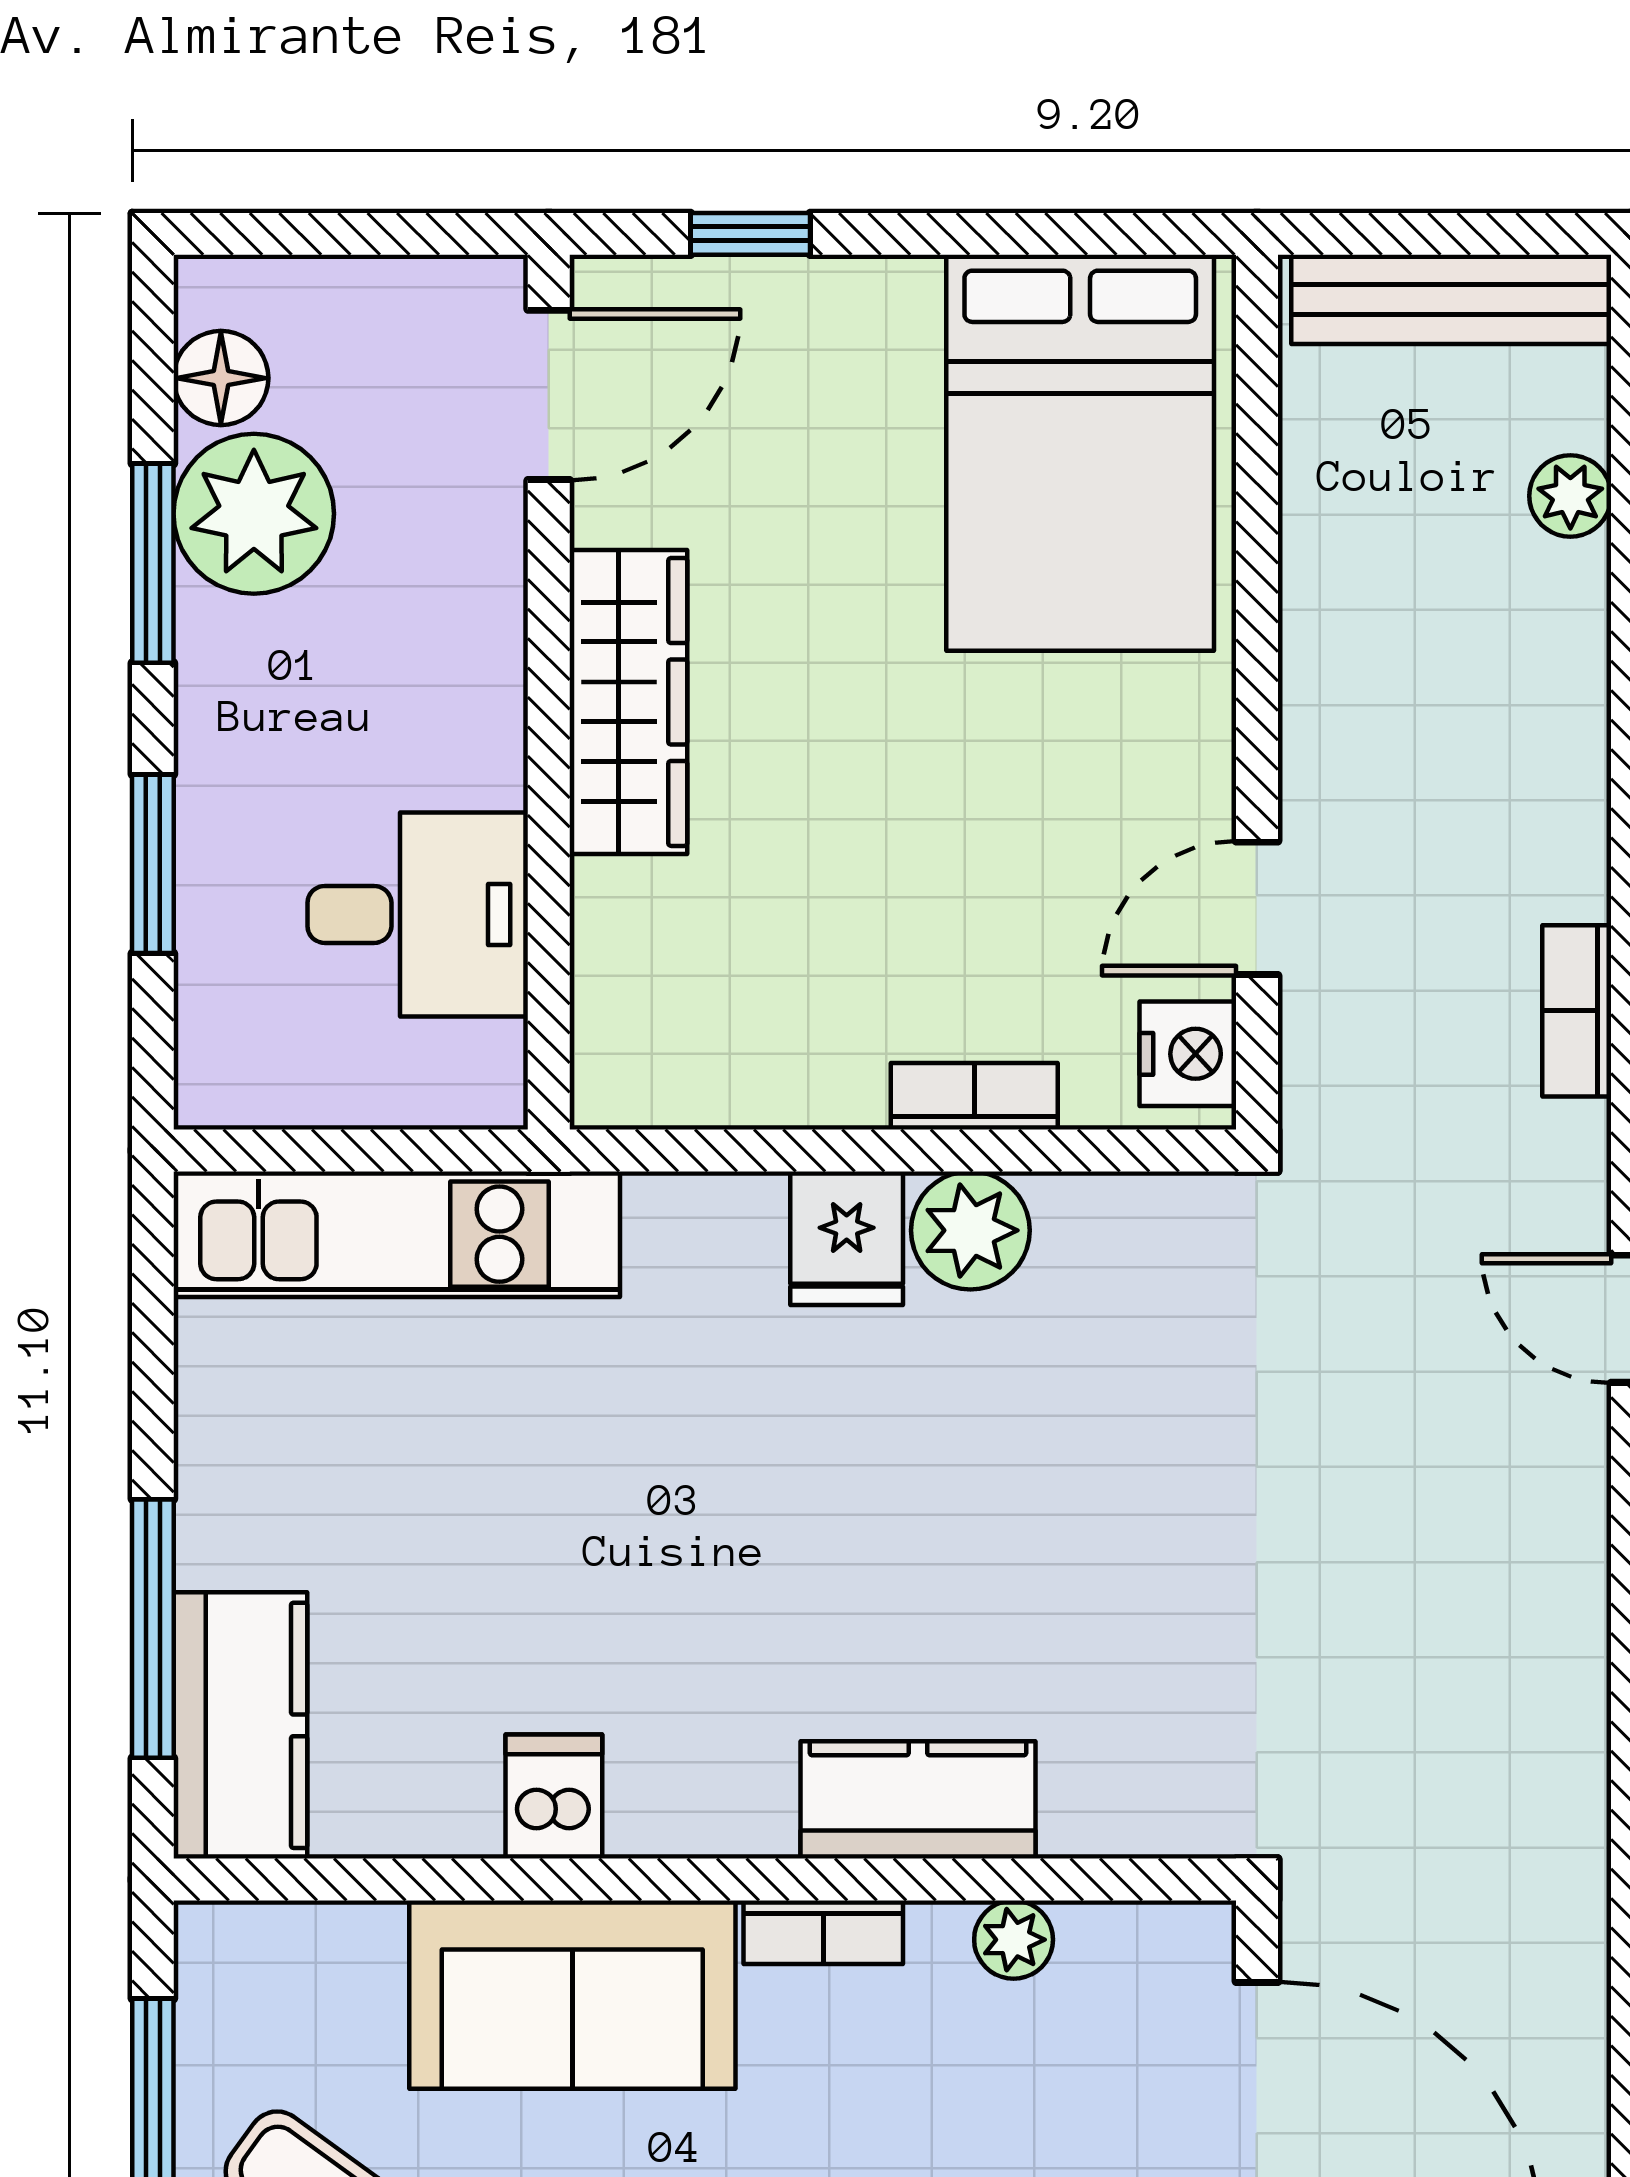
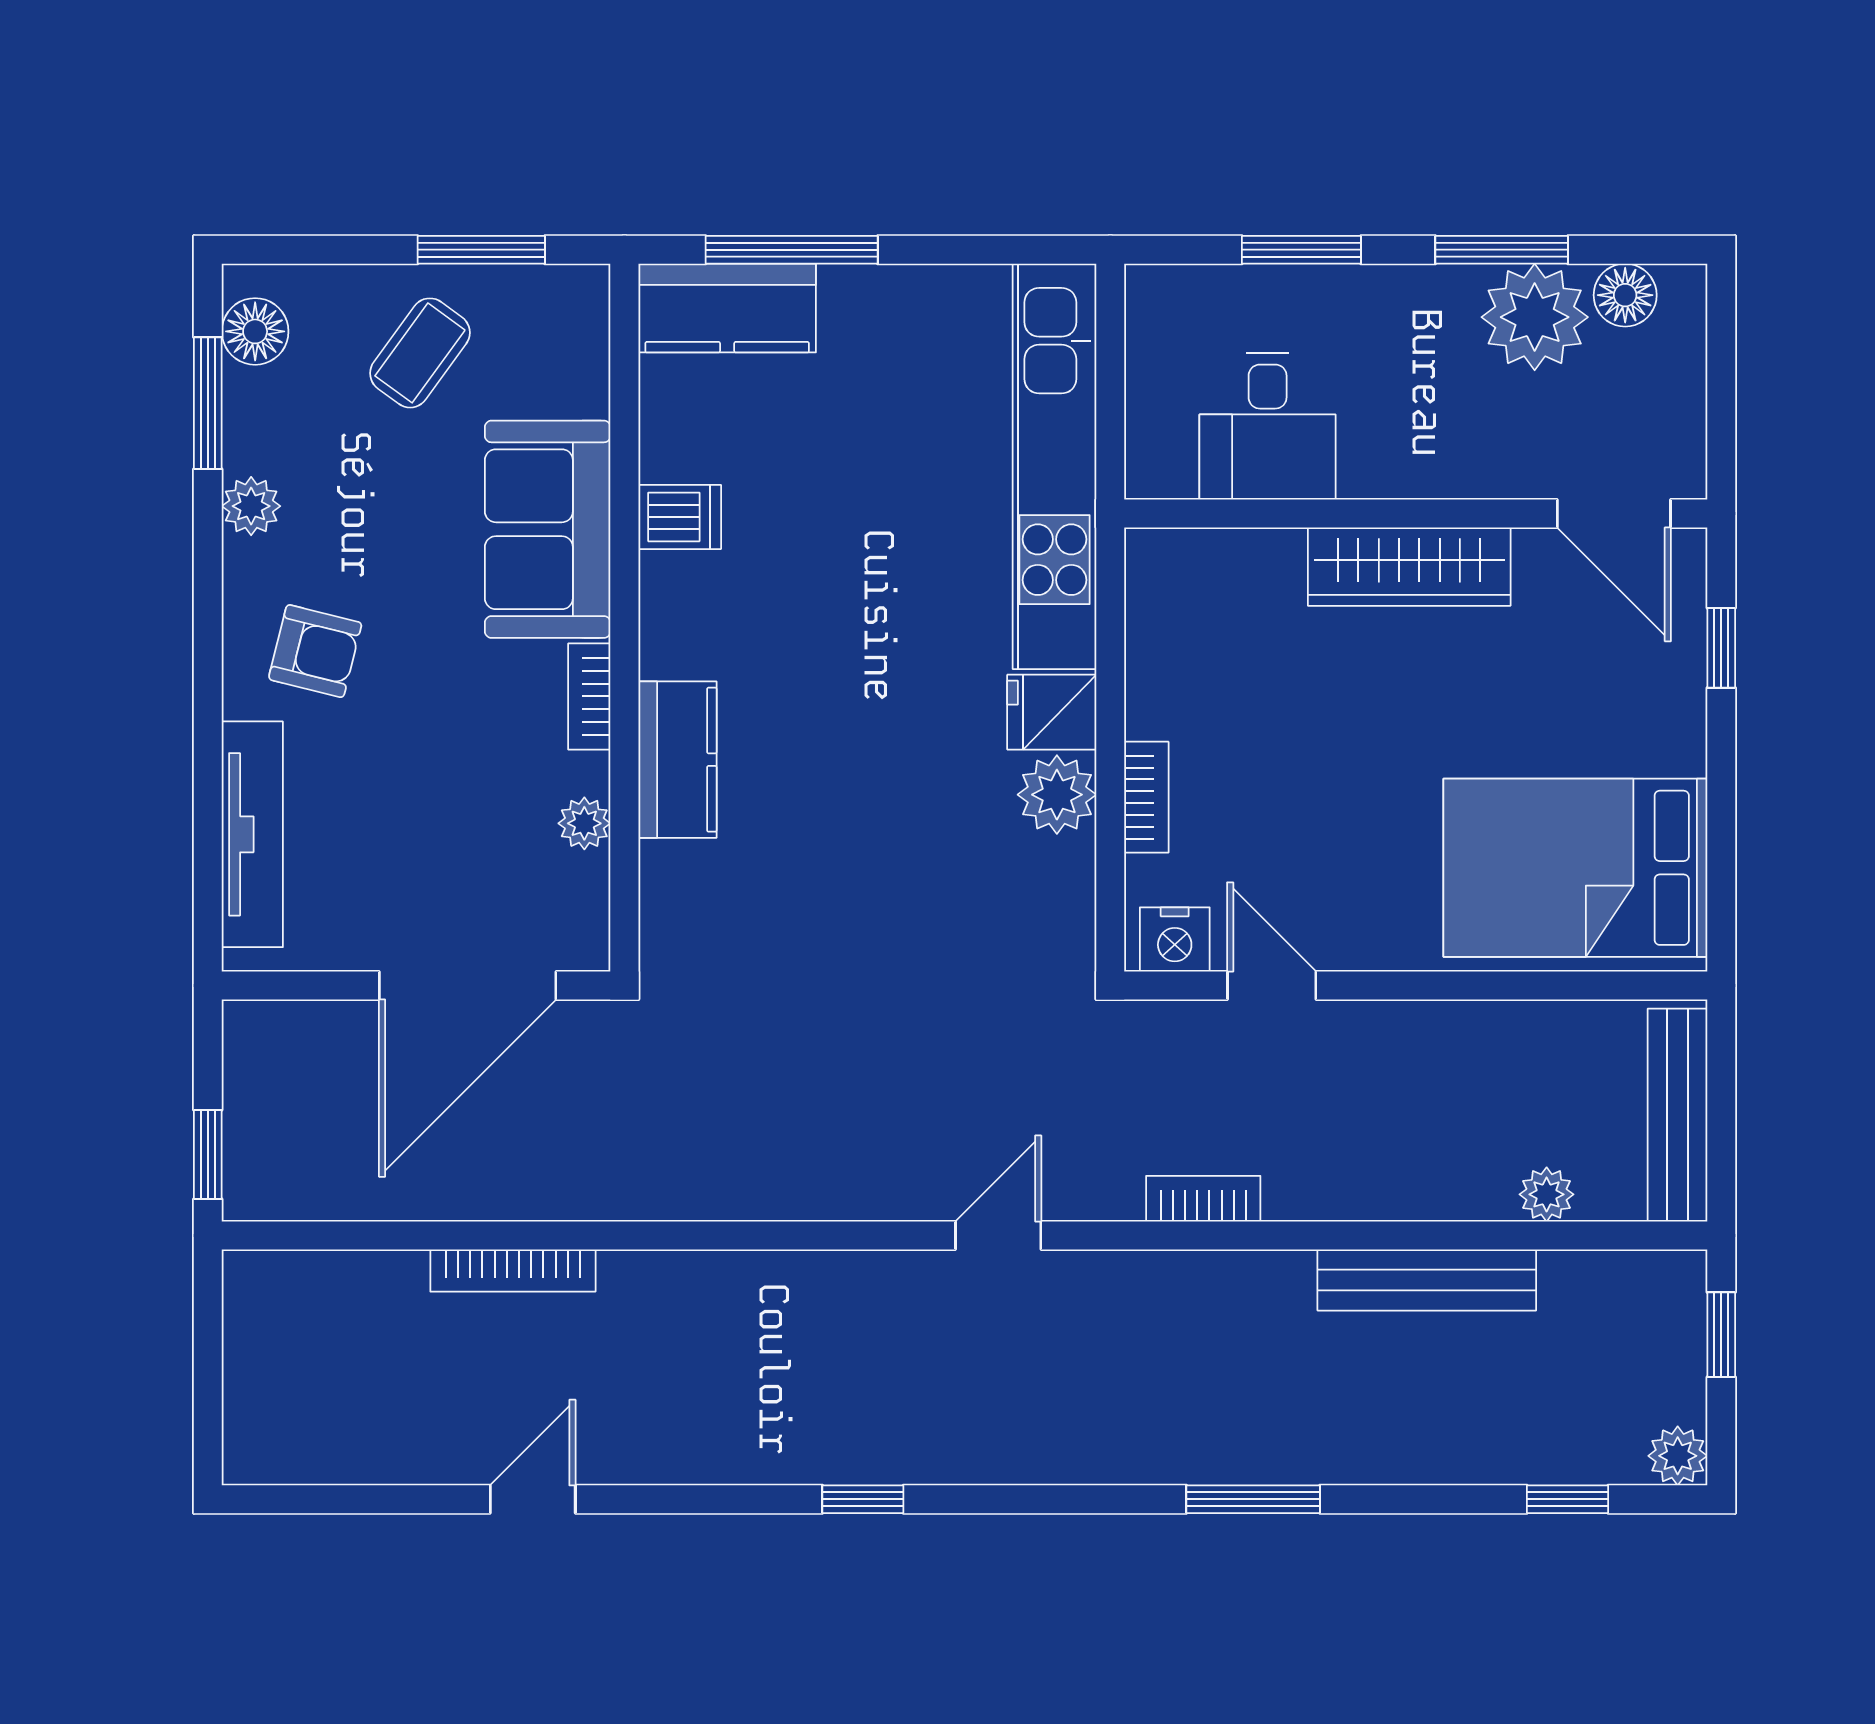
kitchen unit: (397, 1234) -> (1055, 466), width x1.36

